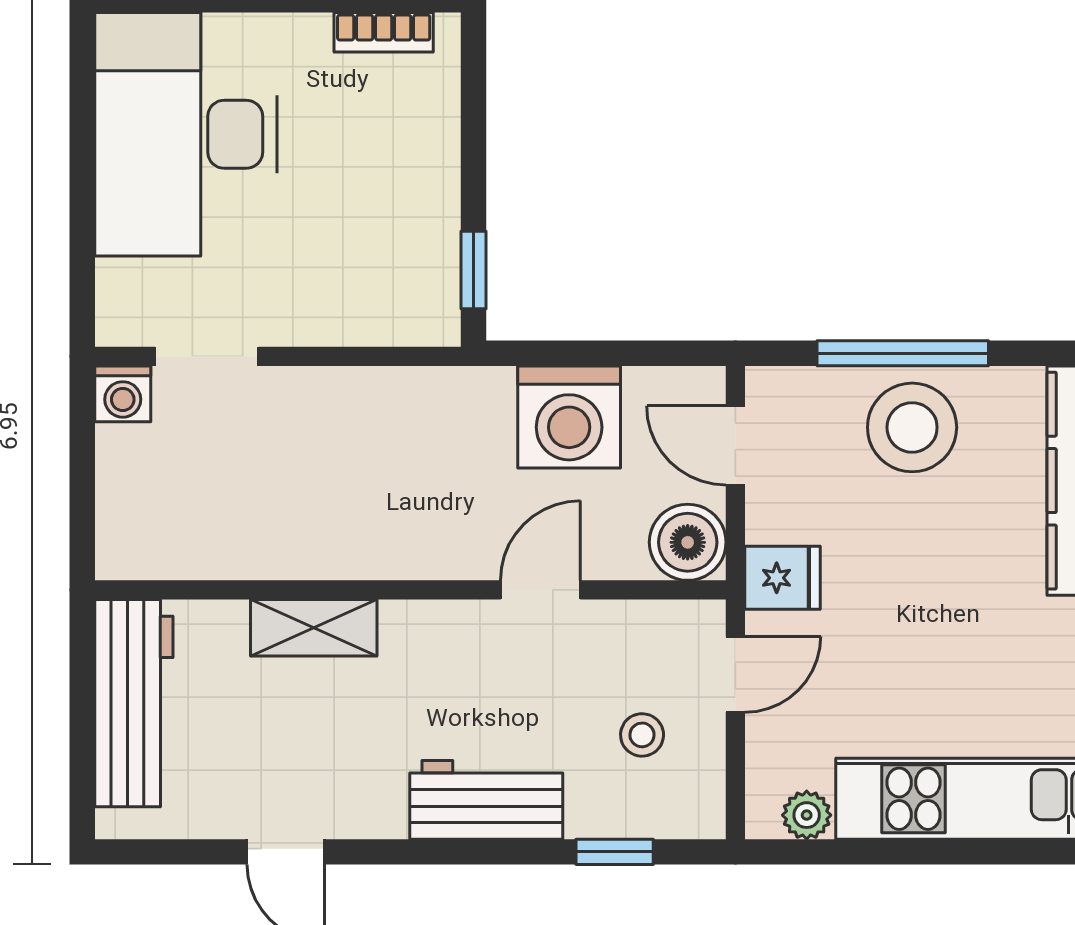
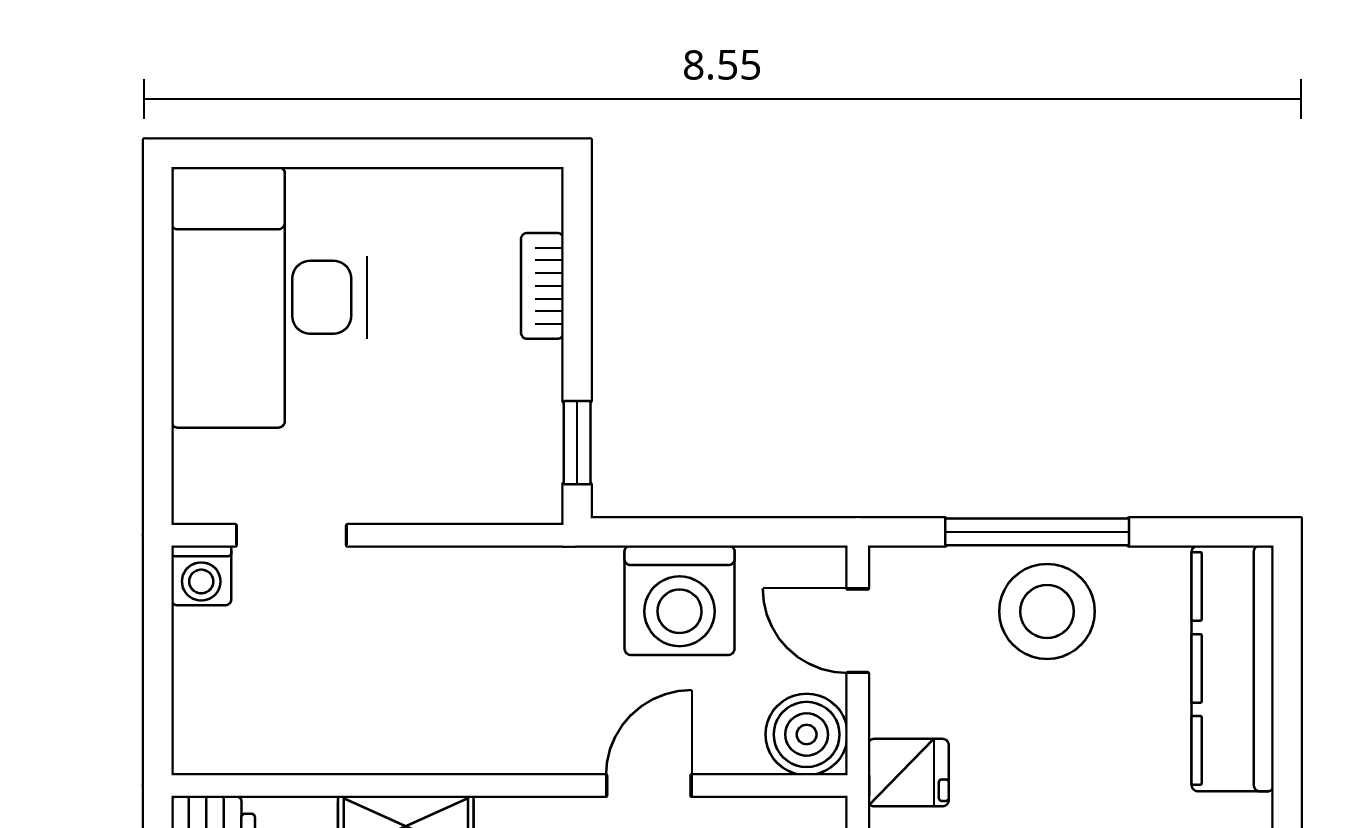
bookcase: (384, 32) -> (542, 286), moved, turned 90

